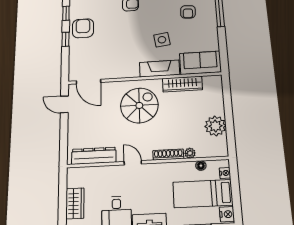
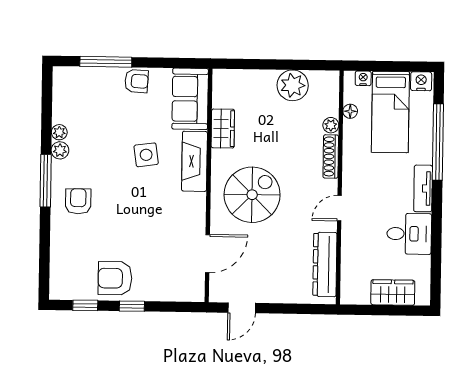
armchair: (188, 12) -> (136, 81), moved
door: (88, 82) -> (207, 254), moved
wardrobe: (182, 84) -> (223, 129), width x0.67
spiral stairs: (139, 105) -> (252, 195), turned 90

